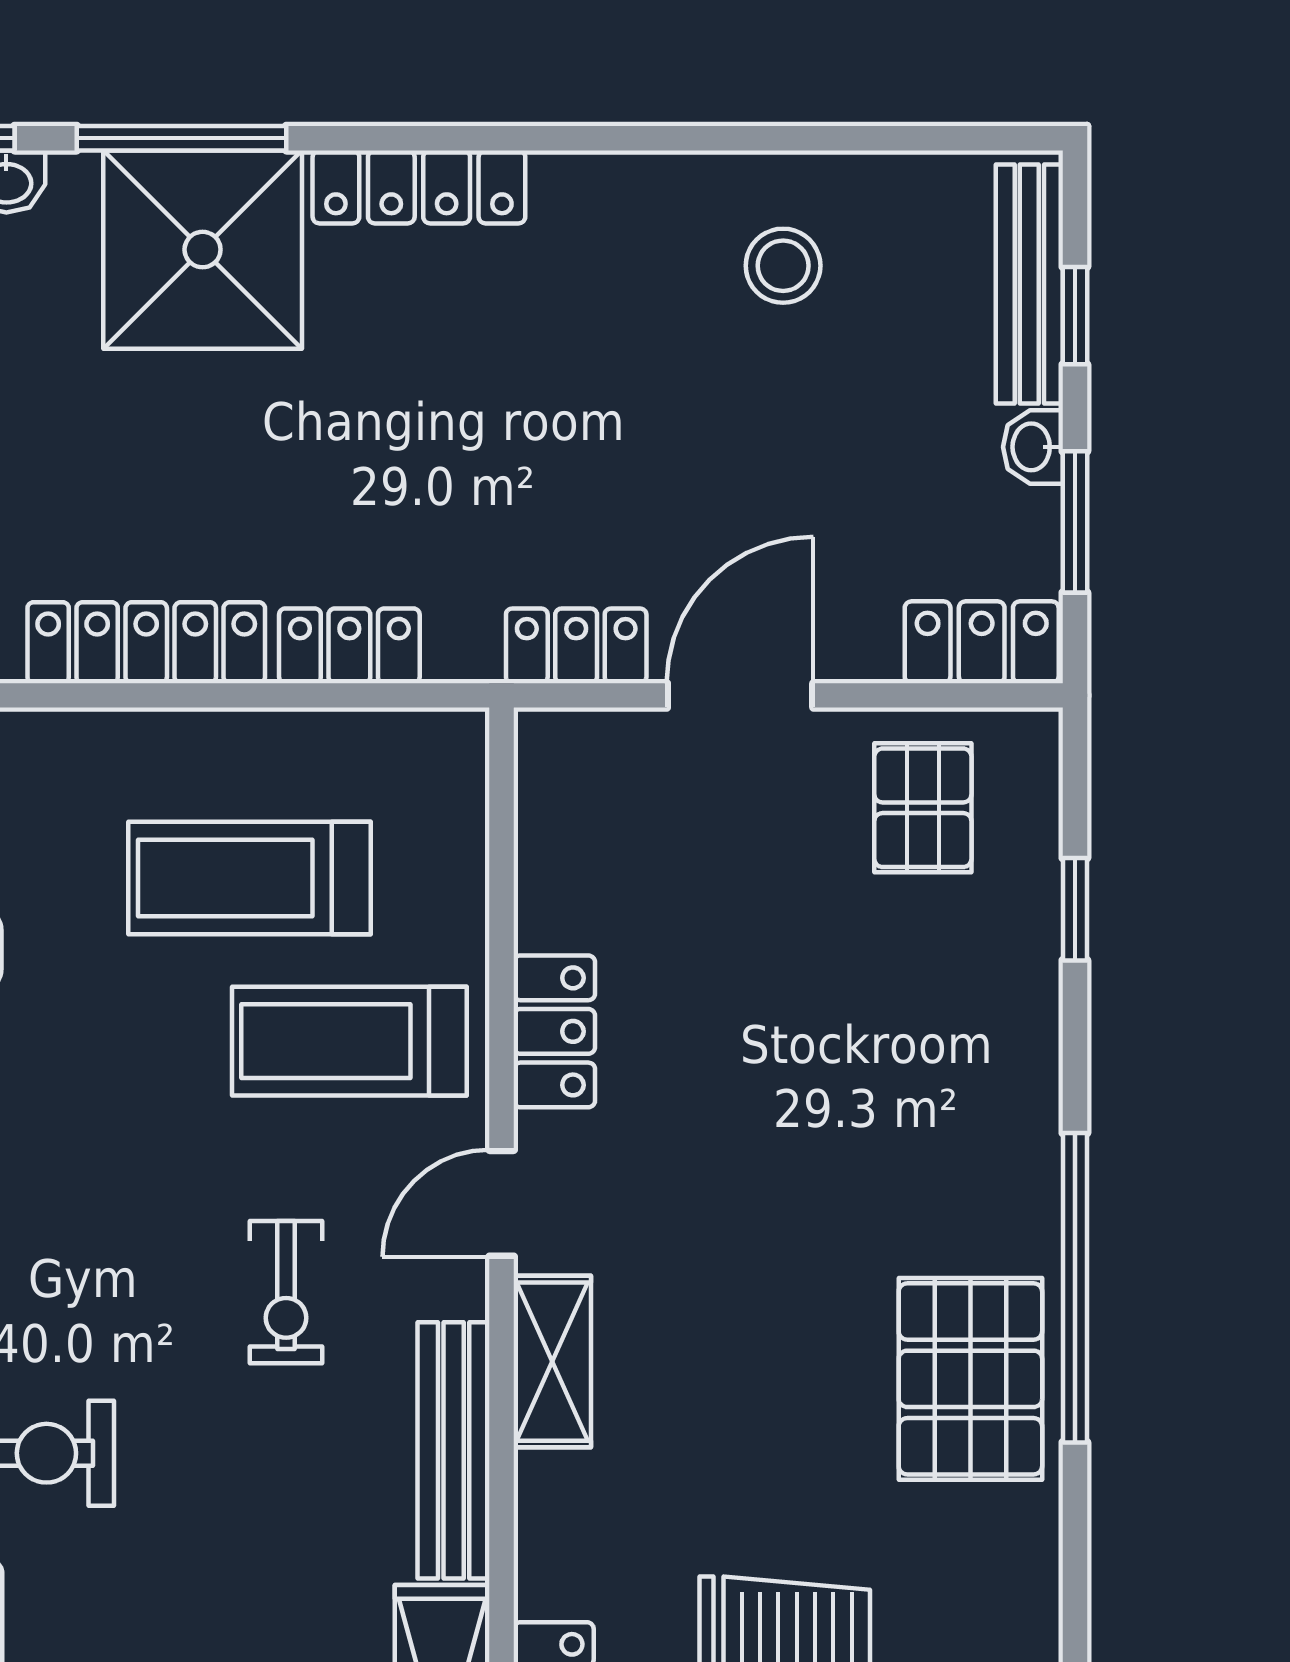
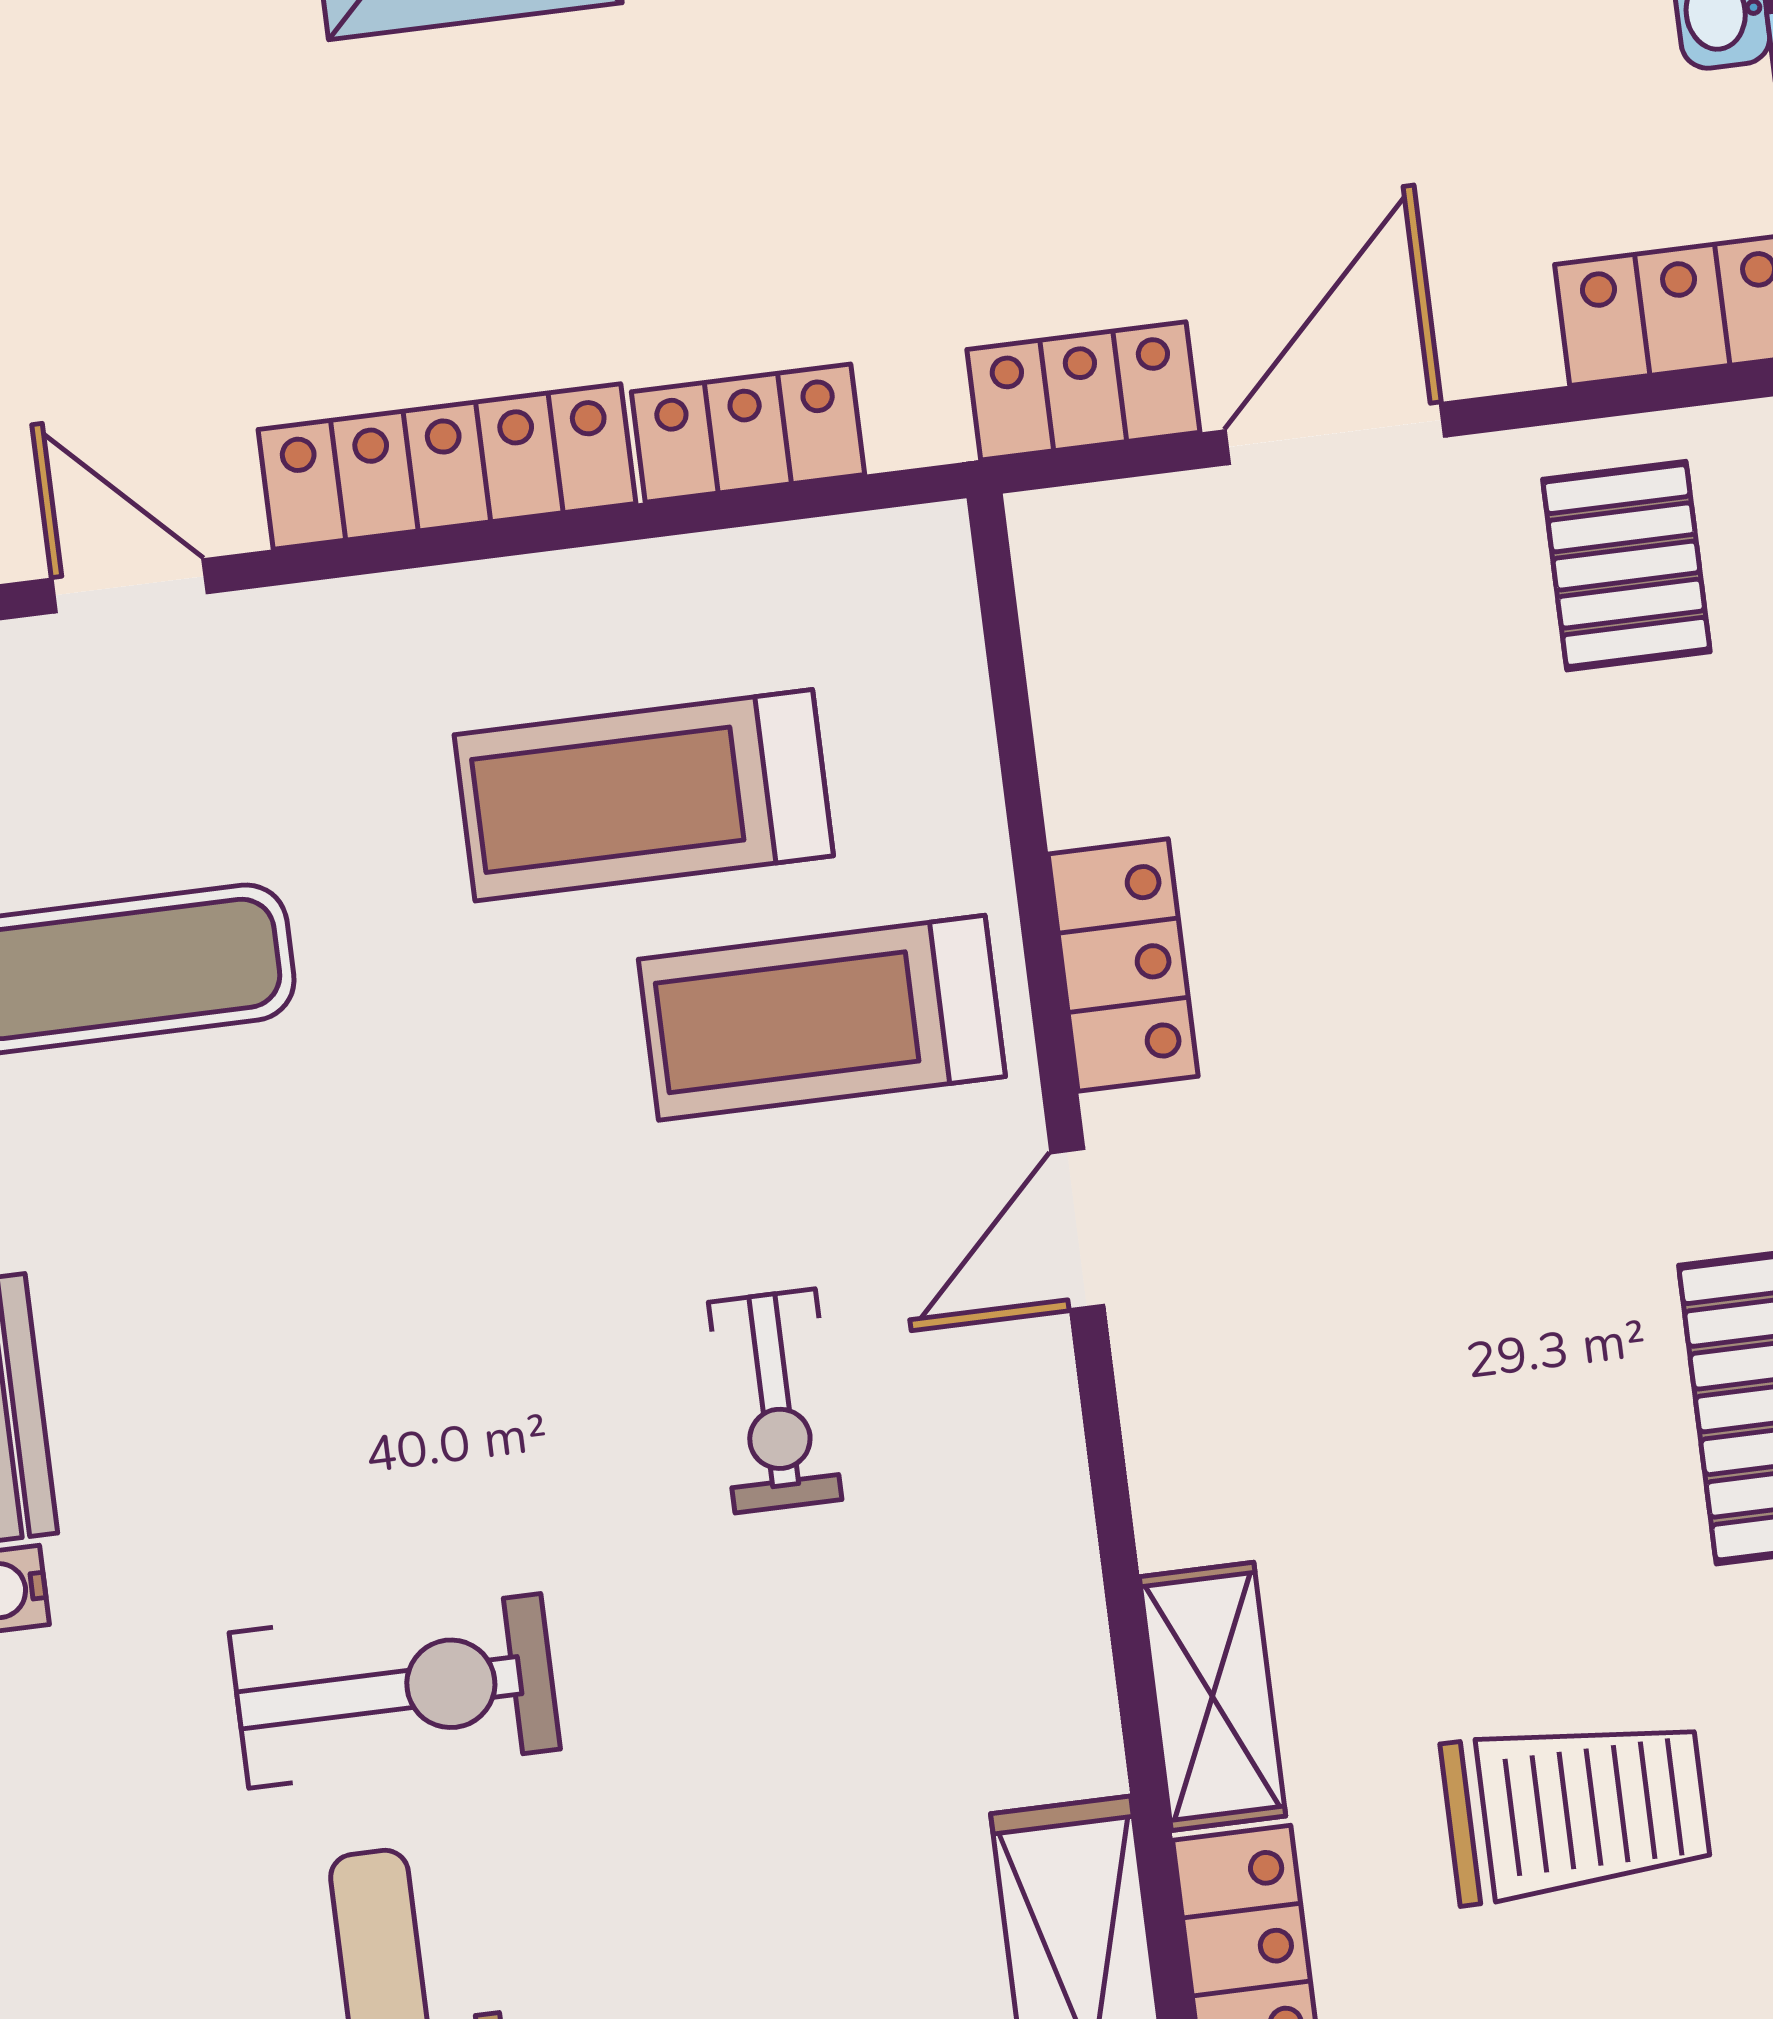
shelving: (552, 1362) -> (1213, 1696), moved
bench: (454, 1450) -> (1052, 1603), removed

